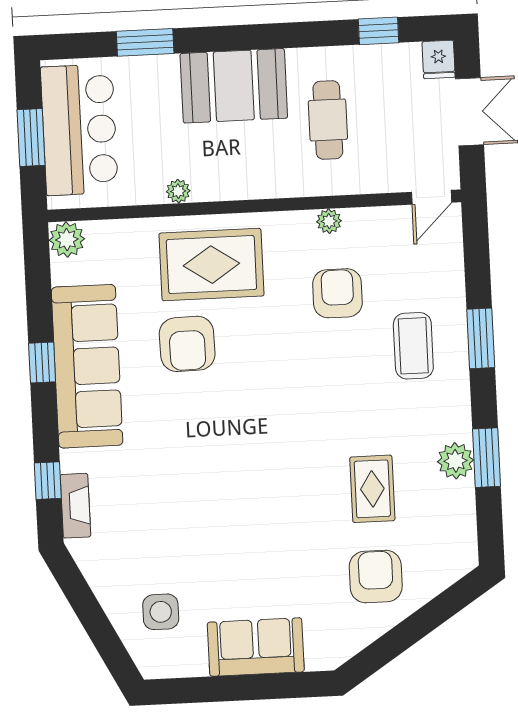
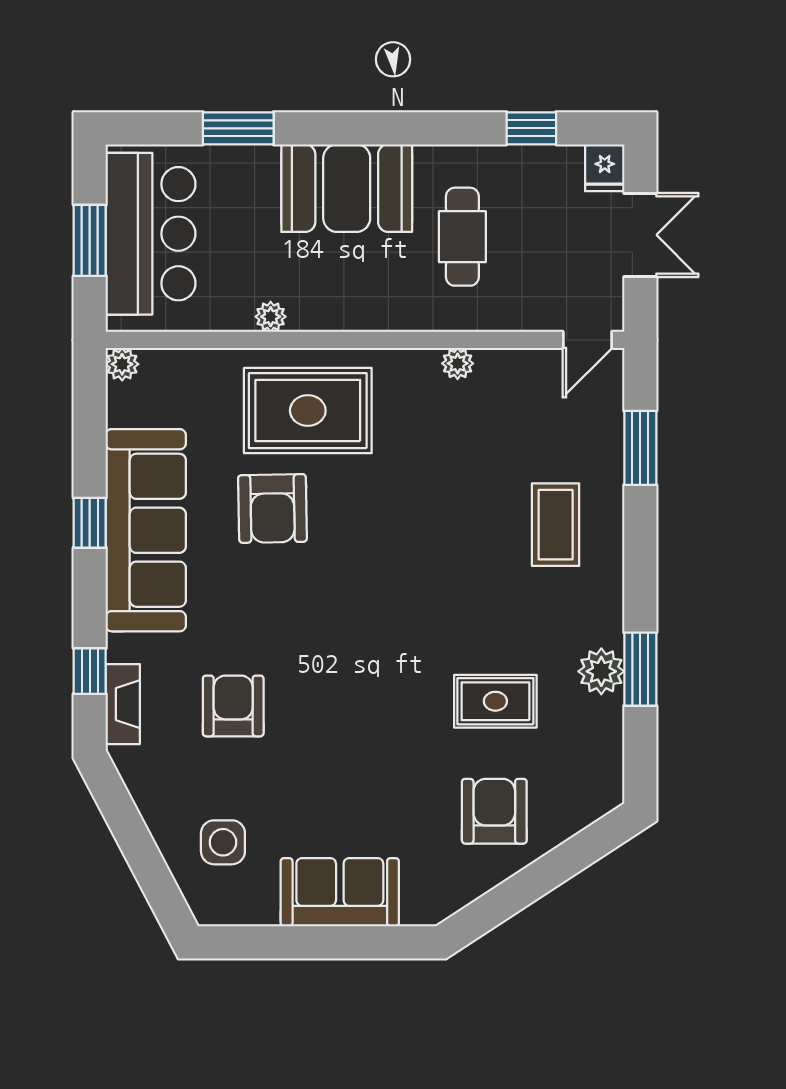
plant: (67, 239) -> (122, 364), width x0.73, depth x0.73
armchair: (337, 293) -> (233, 706), moved
window: (481, 338) -> (640, 448), moved
rug: (372, 489) -> (495, 701), turned 90

